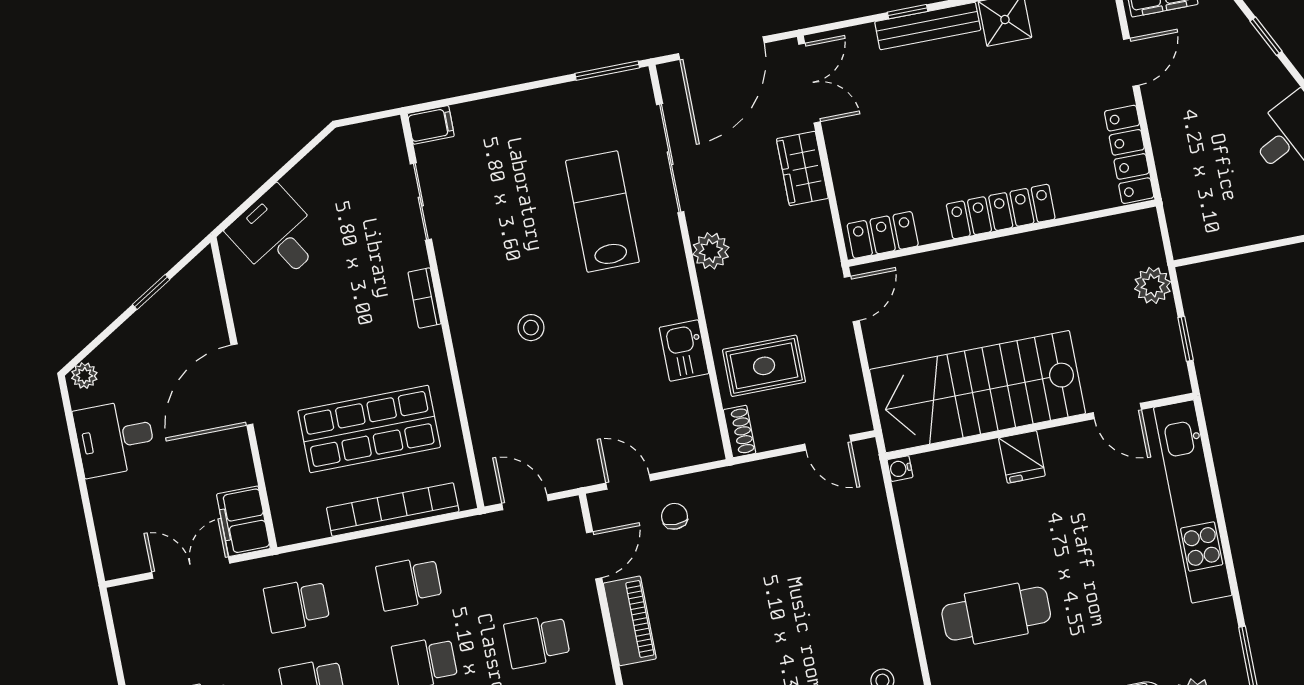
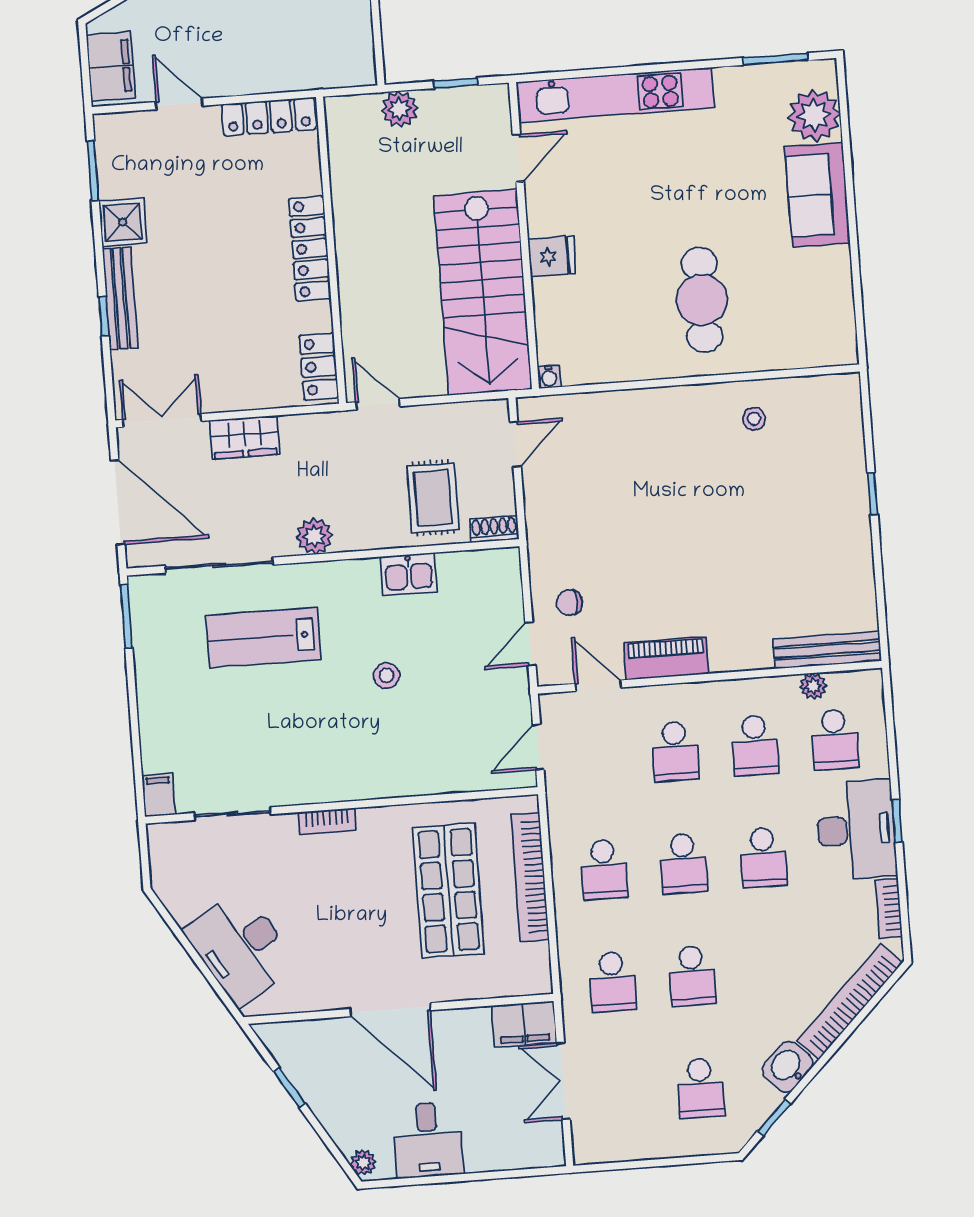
desk: (277, 235) -> (241, 948), width x1.37
stool: (531, 328) -> (387, 675), moved

